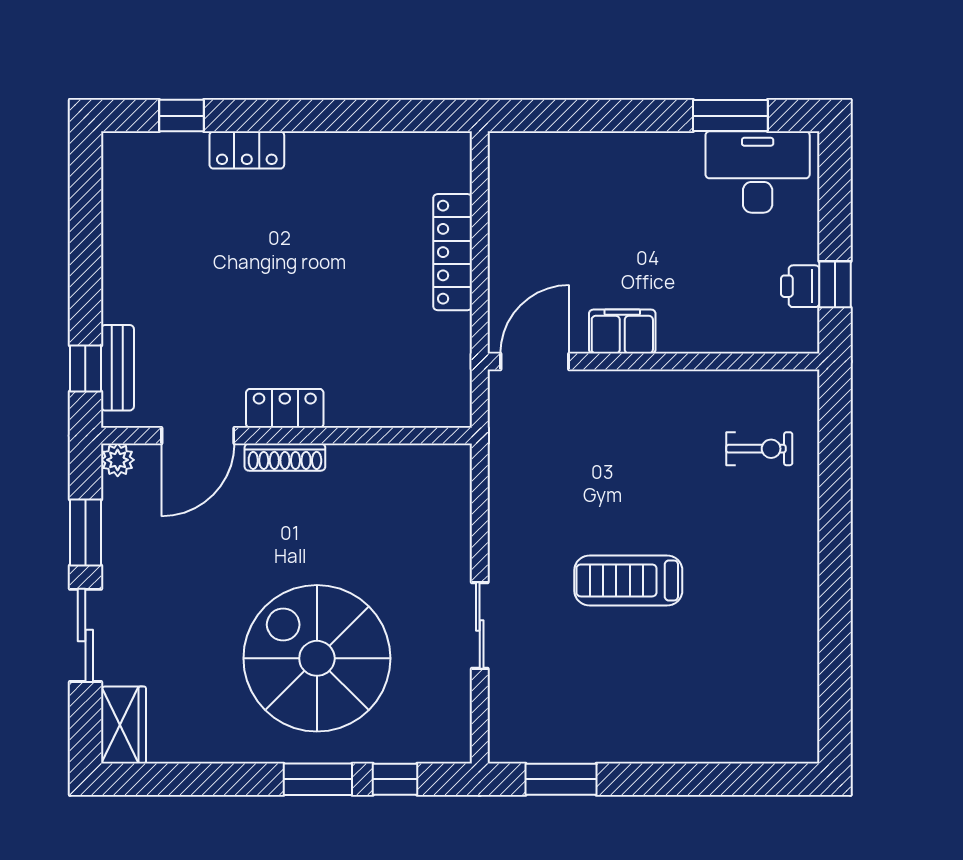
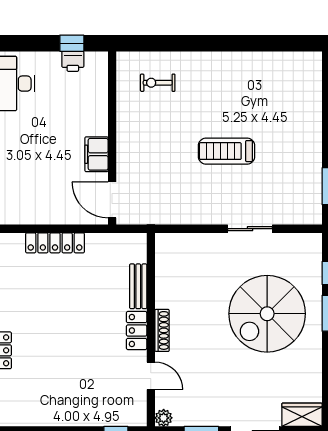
bench: (117, 368) -> (138, 286), moved, turned 90
door: (198, 436) -> (151, 376), width x0.73
exercise bike: (759, 449) -> (158, 83), turned -90
treadmill: (628, 580) -> (226, 151), turned 90

